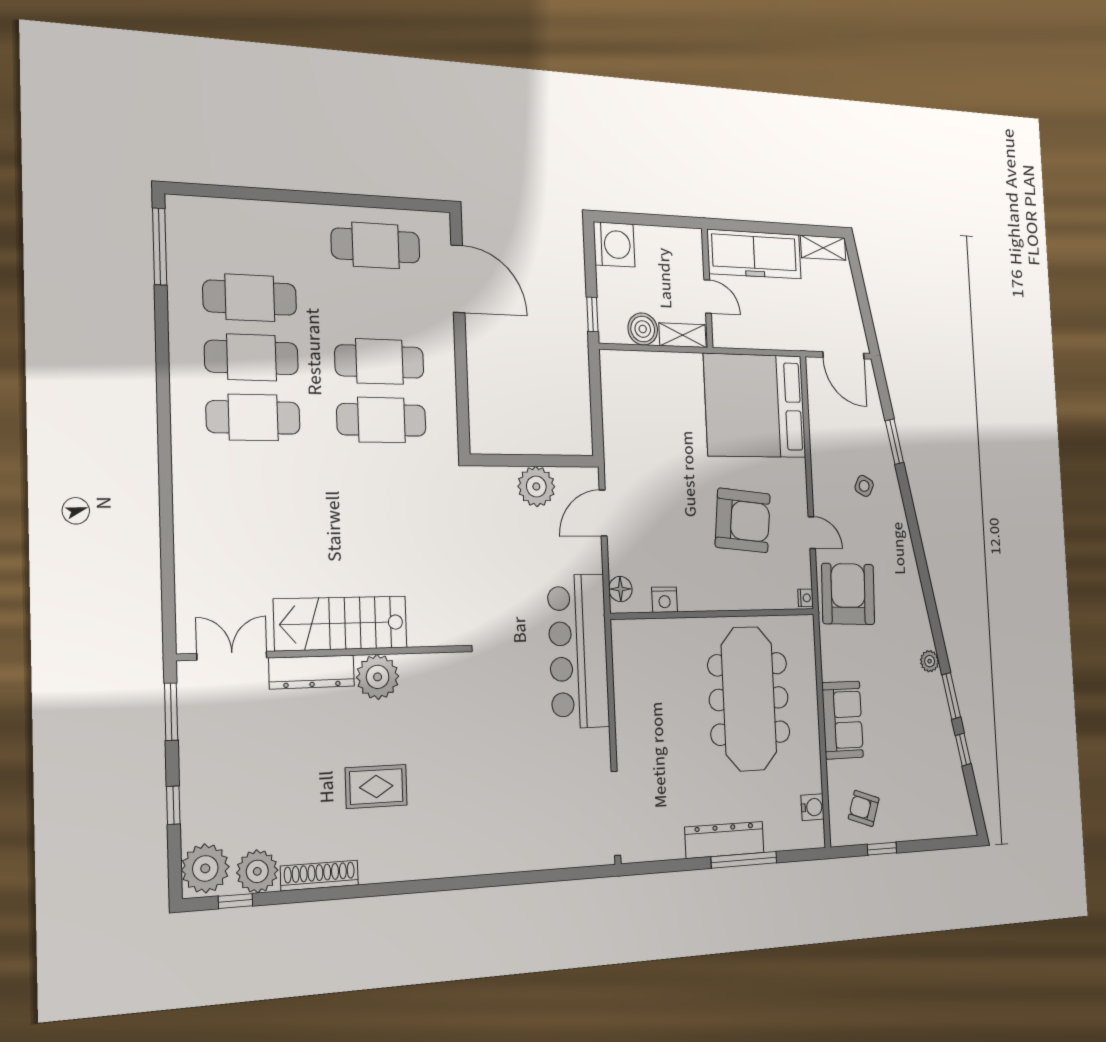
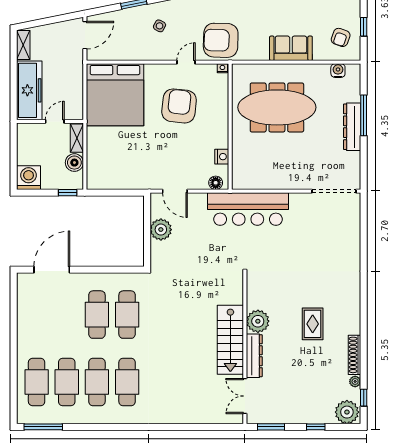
cafe table: (376, 245) -> (37, 382), moved
plant: (257, 871) -> (355, 381), width x0.53, depth x0.53

